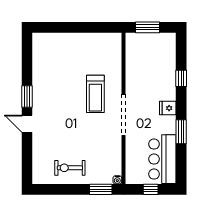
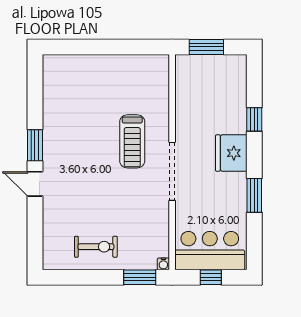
fridge: (168, 108) -> (231, 153), width x1.88, depth x1.34
bar counter: (162, 159) -> (210, 251), moved, turned 90
exercise bike: (70, 168) -> (96, 247), turned 180

